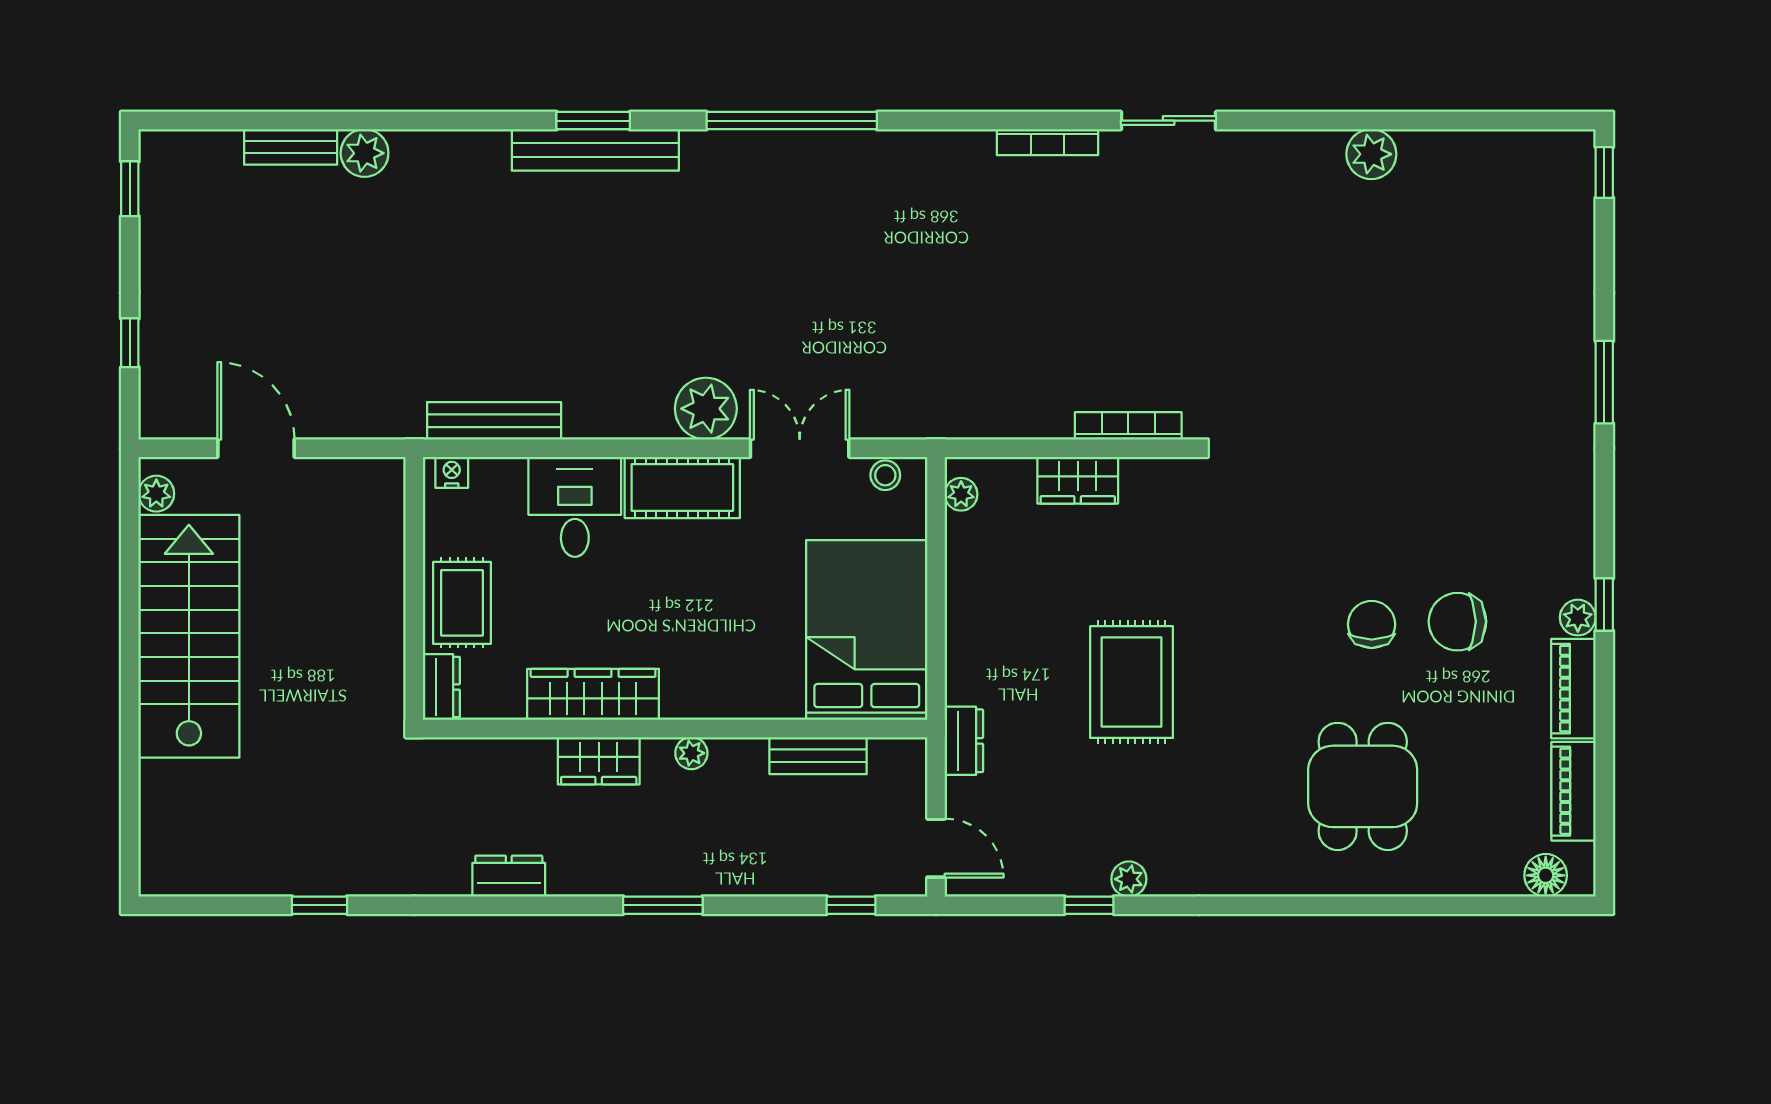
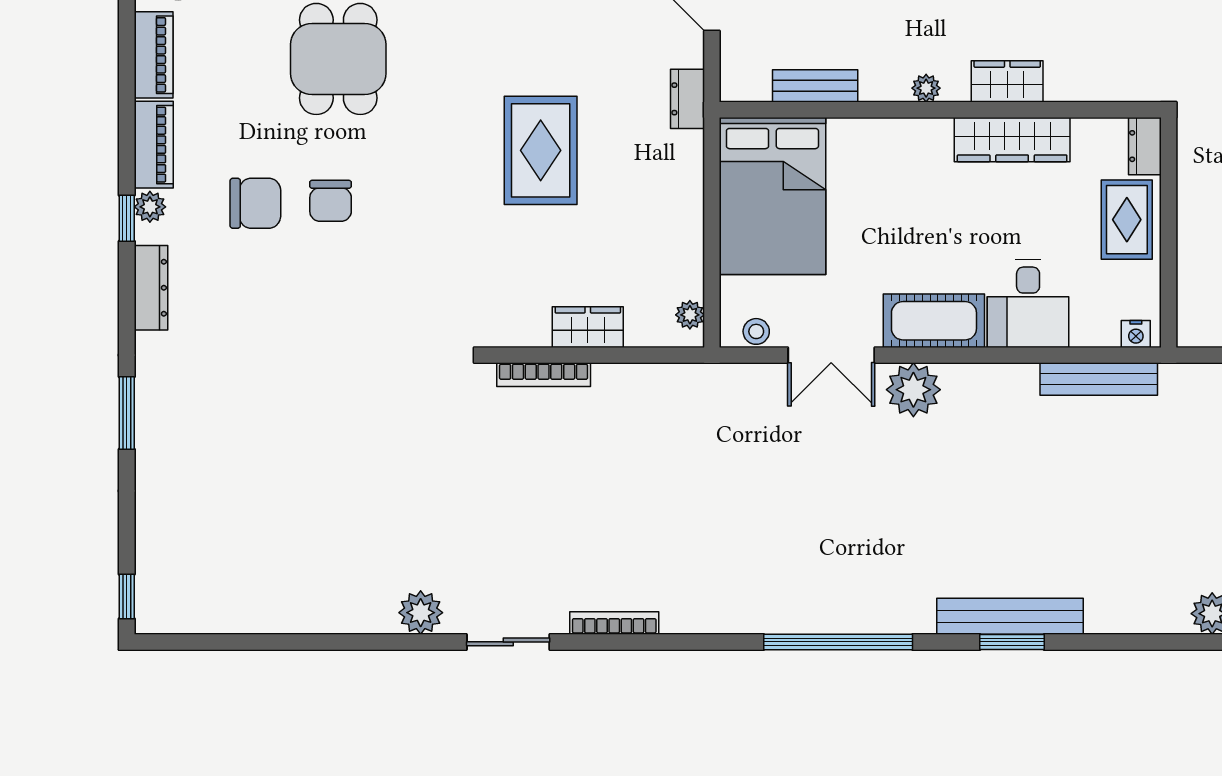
plant: (1371, 154) -> (421, 613), moved
dresser: (1577, 525) -> (151, 288), added

